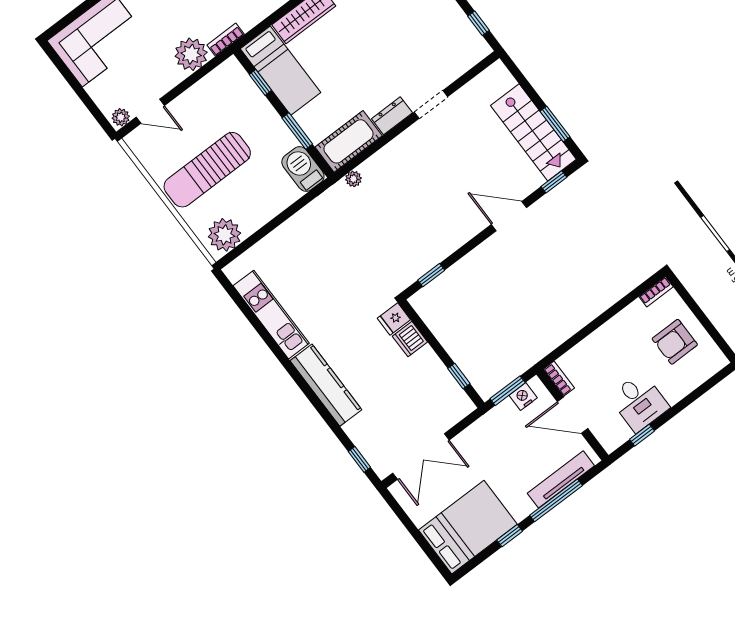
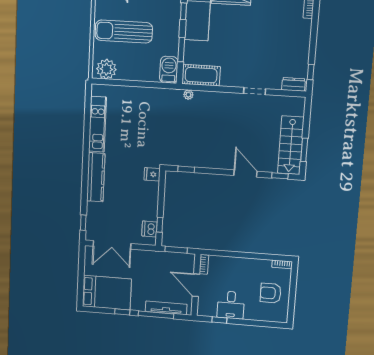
dresser: (392, 116) -> (293, 84), moved
dishwasher: (410, 339) -> (150, 229), moved
nightstand: (523, 397) -> (181, 258), removed

